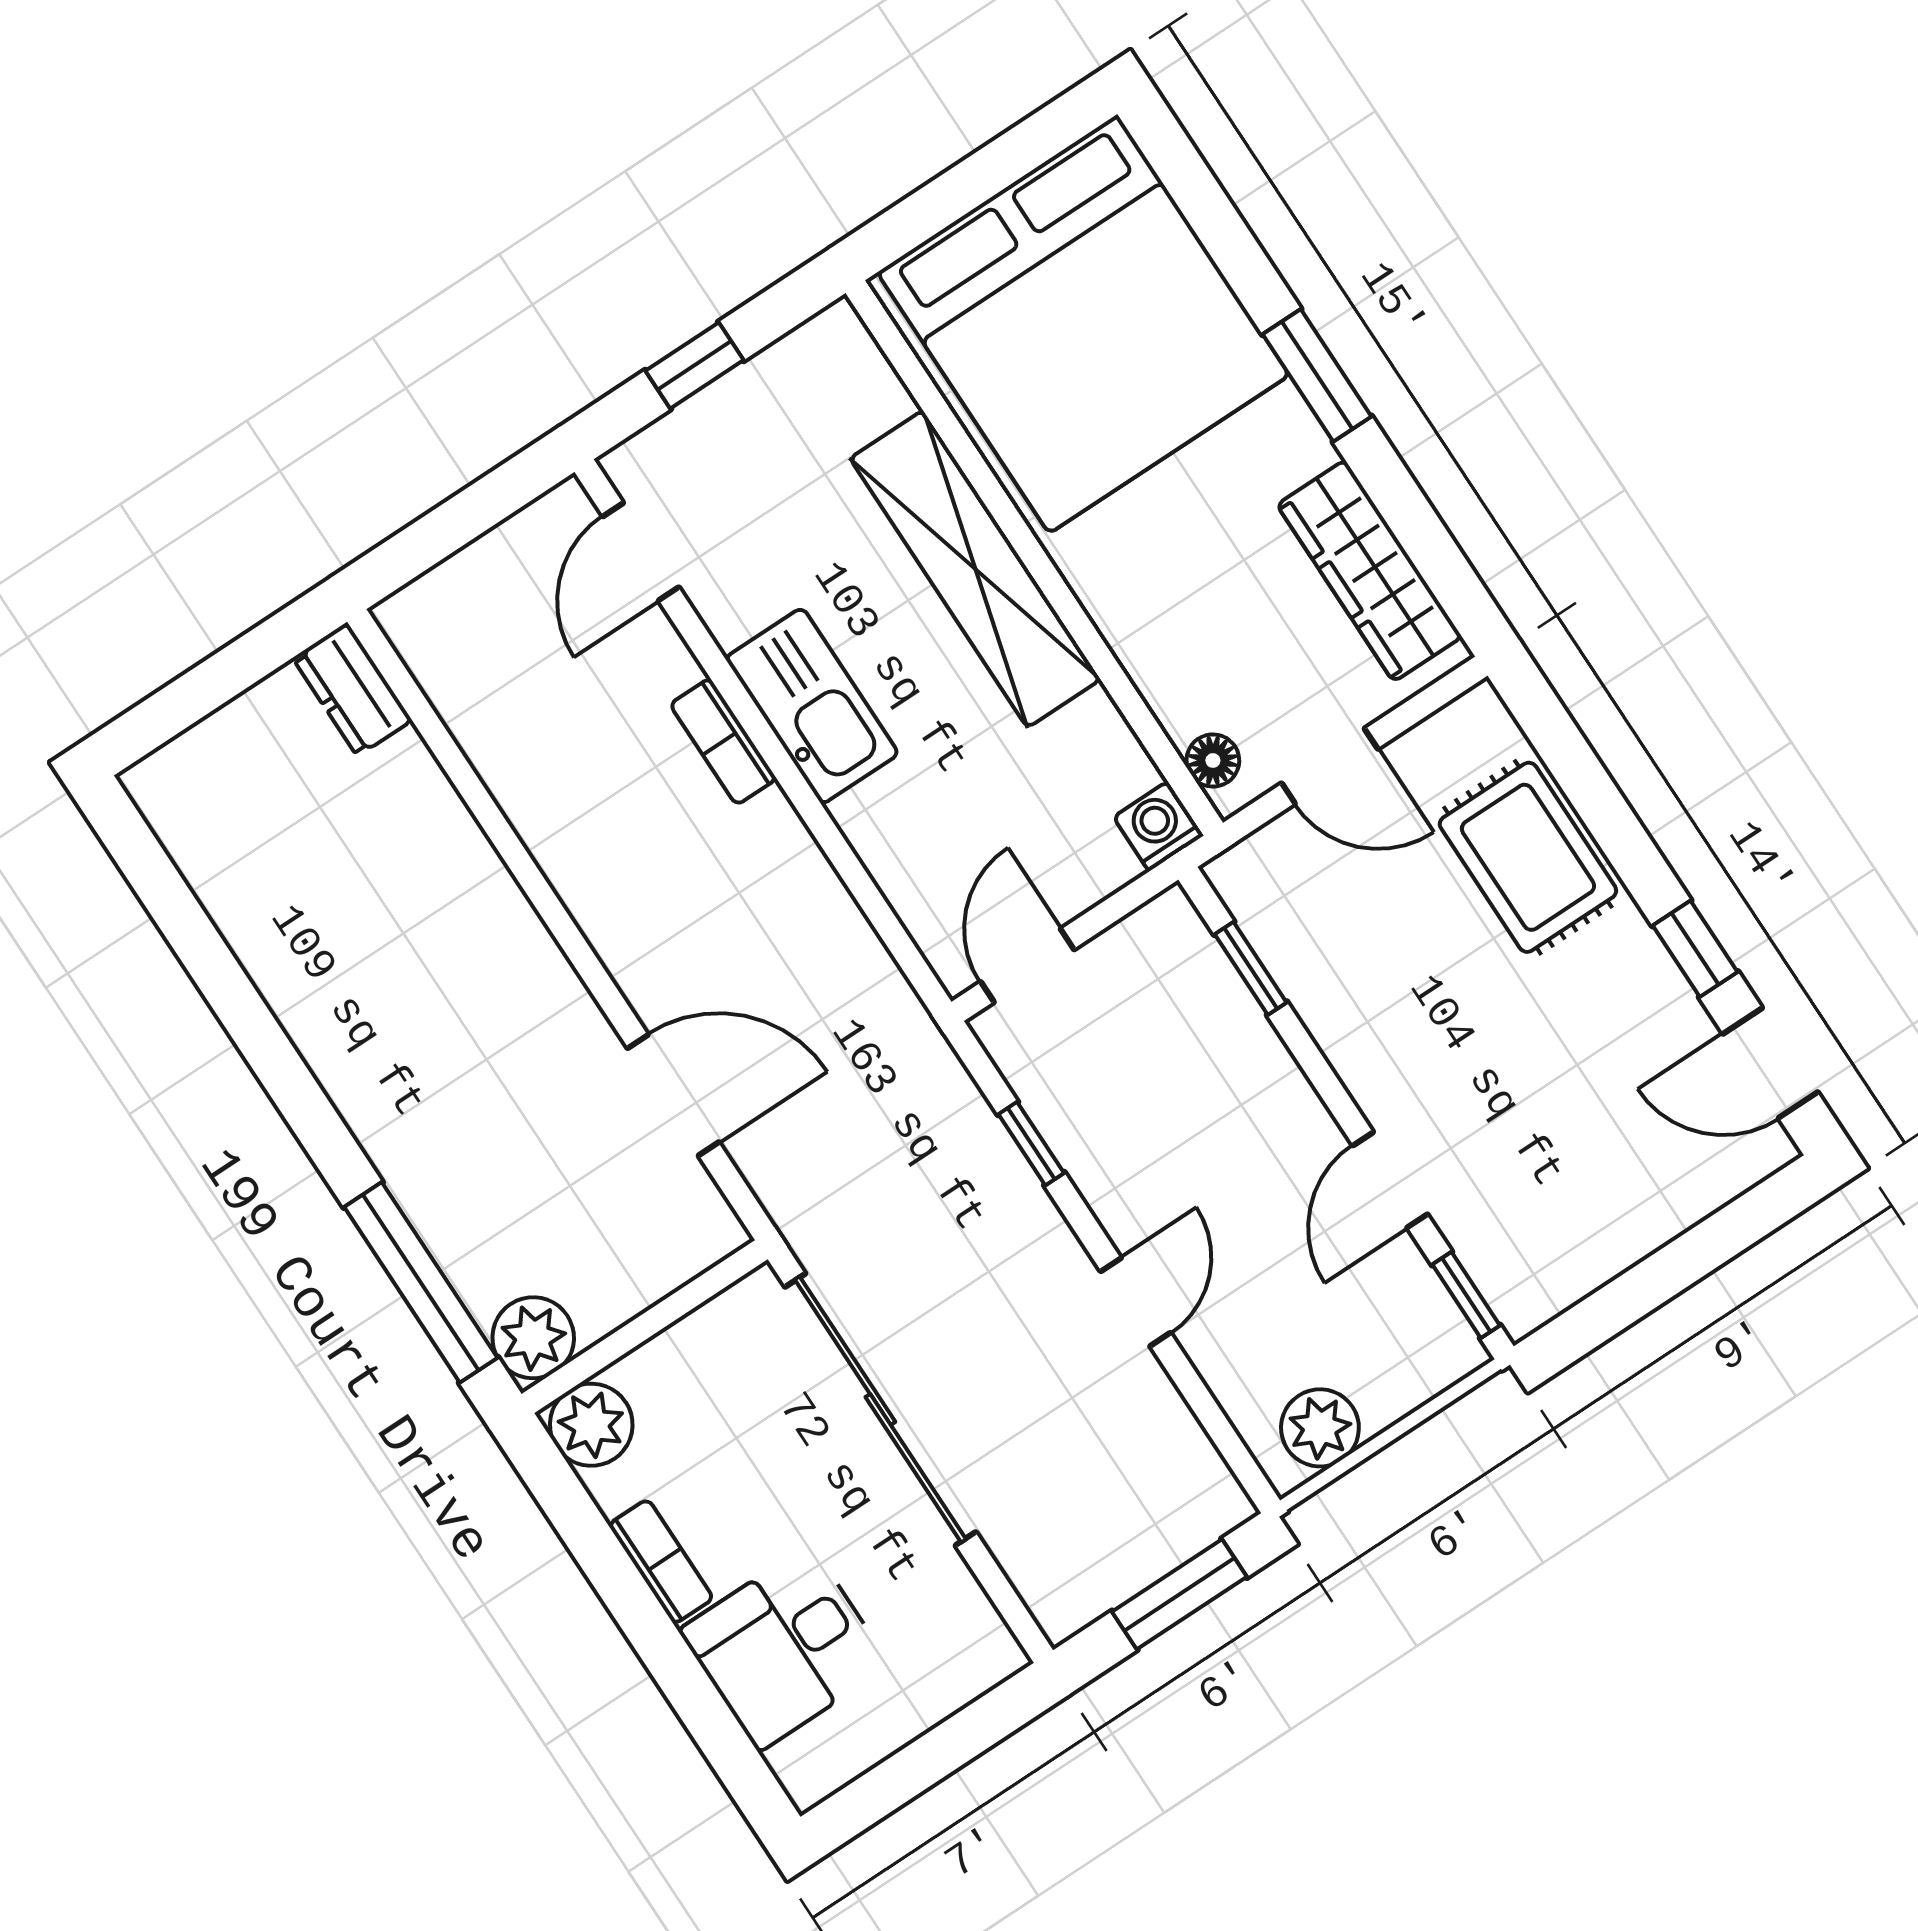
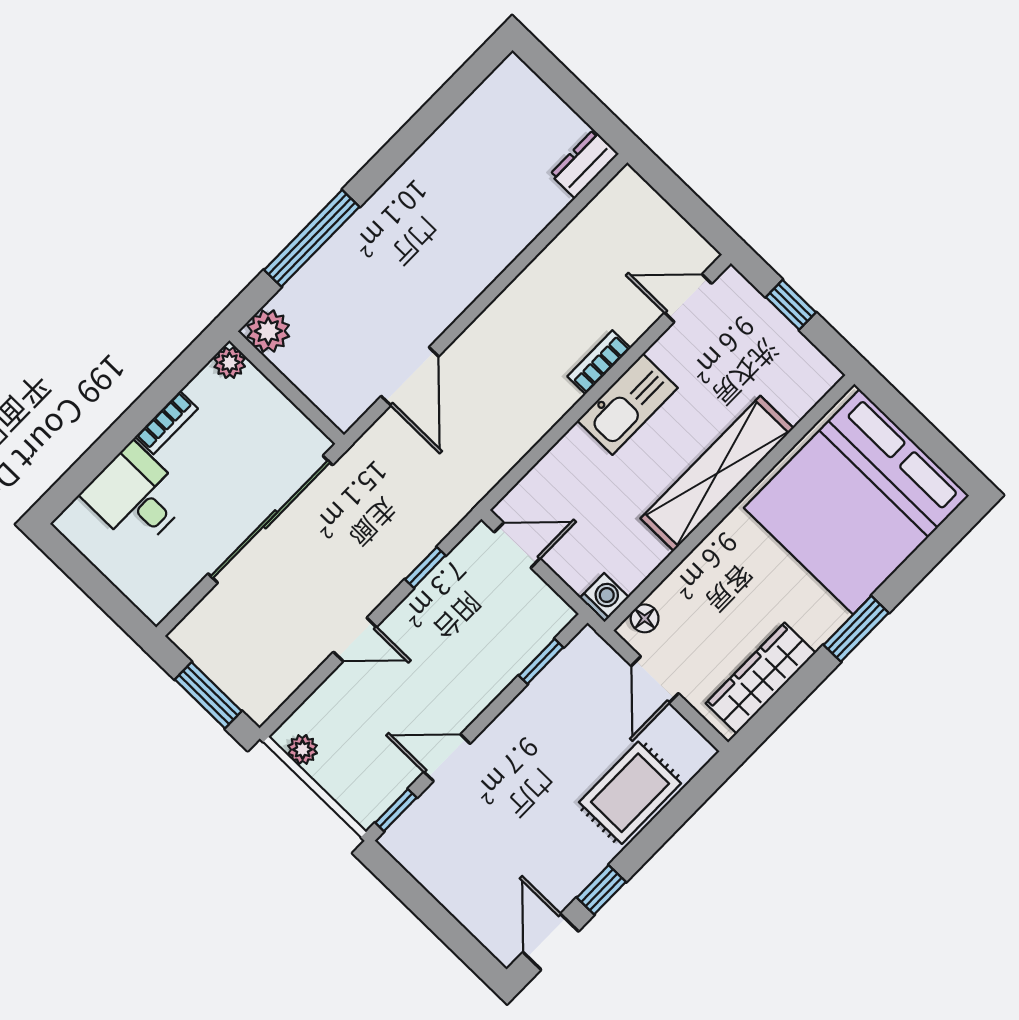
window: (421, 1282) -> (312, 238), moved
plant: (591, 1425) -> (230, 363), width x0.73, depth x0.73
plant: (1320, 1428) -> (303, 749), width x0.73, depth x0.73

